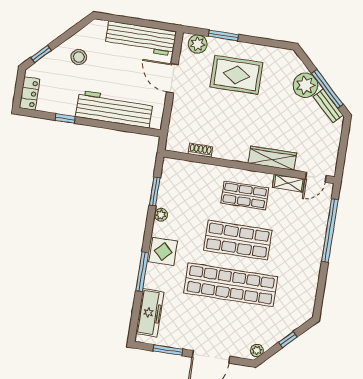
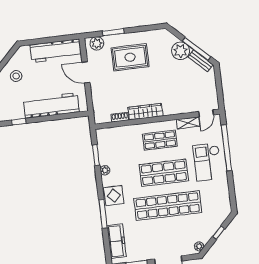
wardrobe: (272, 158) -> (145, 112), moved
checkout: (299, 242) -> (207, 162), added

